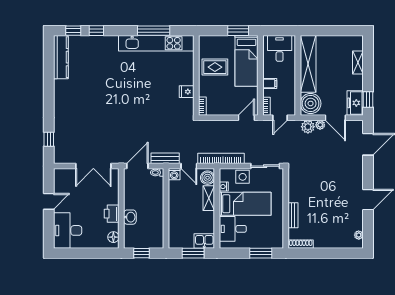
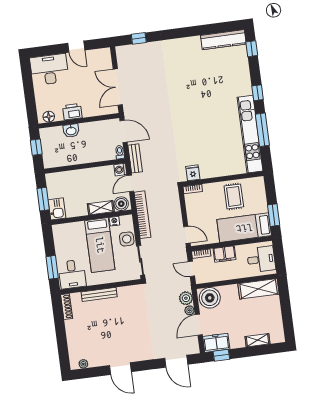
window: (96, 31) -> (258, 93), moved
shelving: (308, 64) -> (259, 289), width x0.68
filing cabinet: (270, 84) -> (224, 254), width x2.00
fridge: (187, 92) -> (193, 173), moved
bench: (293, 215) -> (99, 294), width x1.36
desk: (233, 229) -> (72, 274), moved, turned 180

